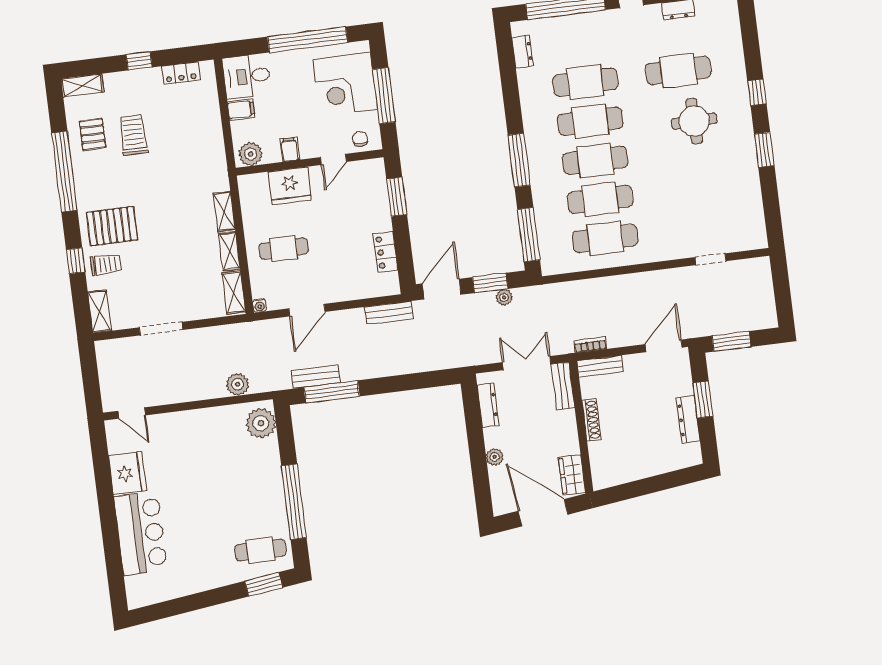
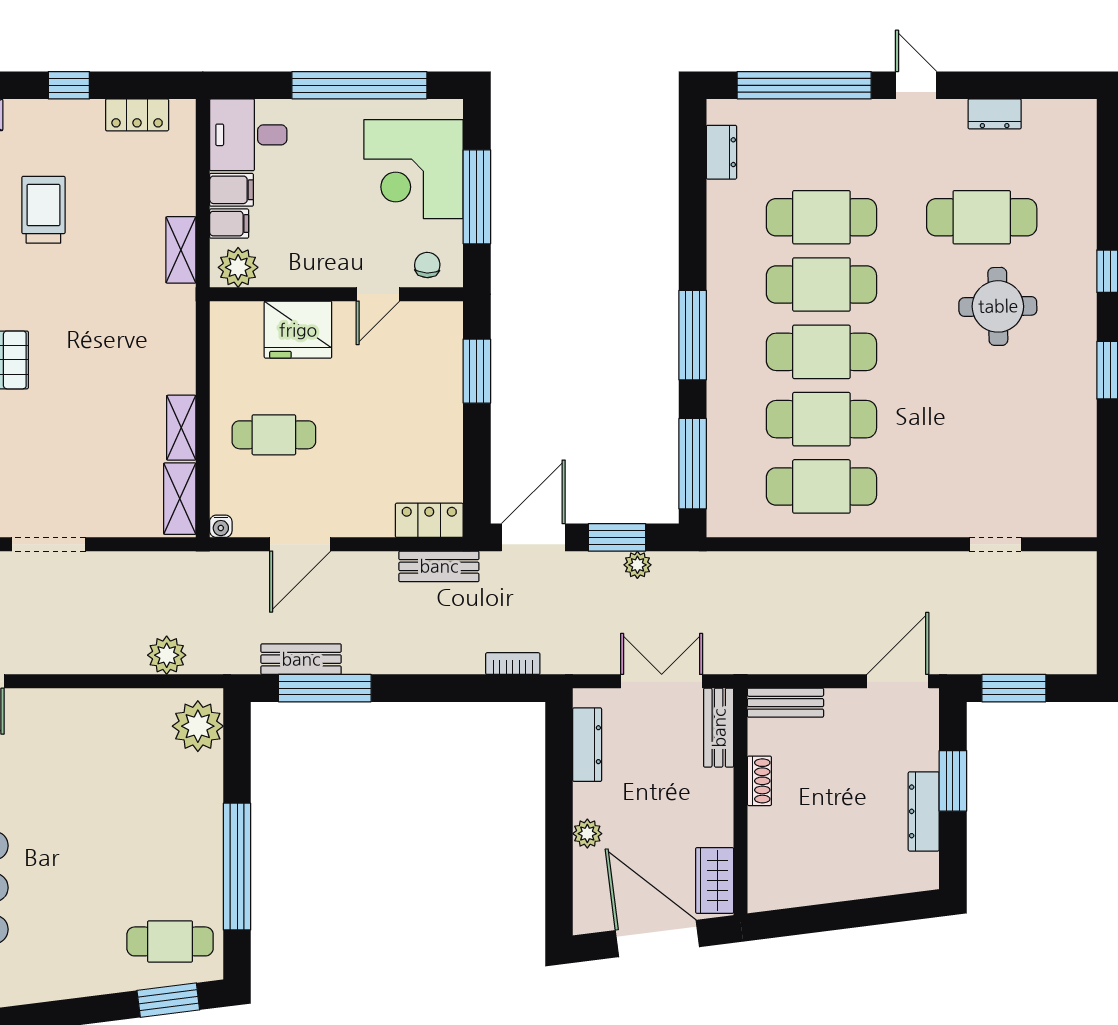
filing cabinet: (290, 149) -> (229, 224), moved, turned 90
shelving: (224, 212) -> (181, 250), moved
locker: (385, 252) -> (429, 520), moved, turned 90
bookcase: (590, 345) -> (513, 664), moved
shoe rack: (591, 420) -> (759, 781), width x0.70

